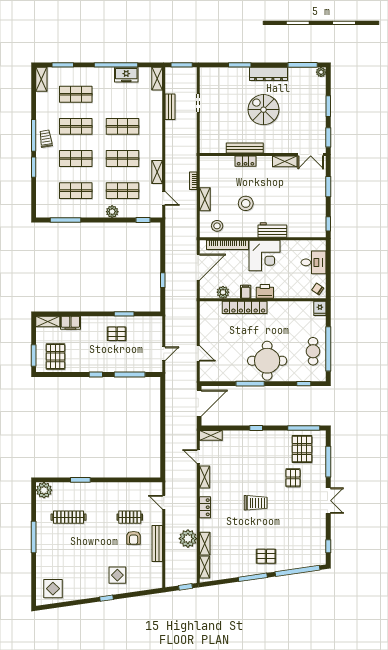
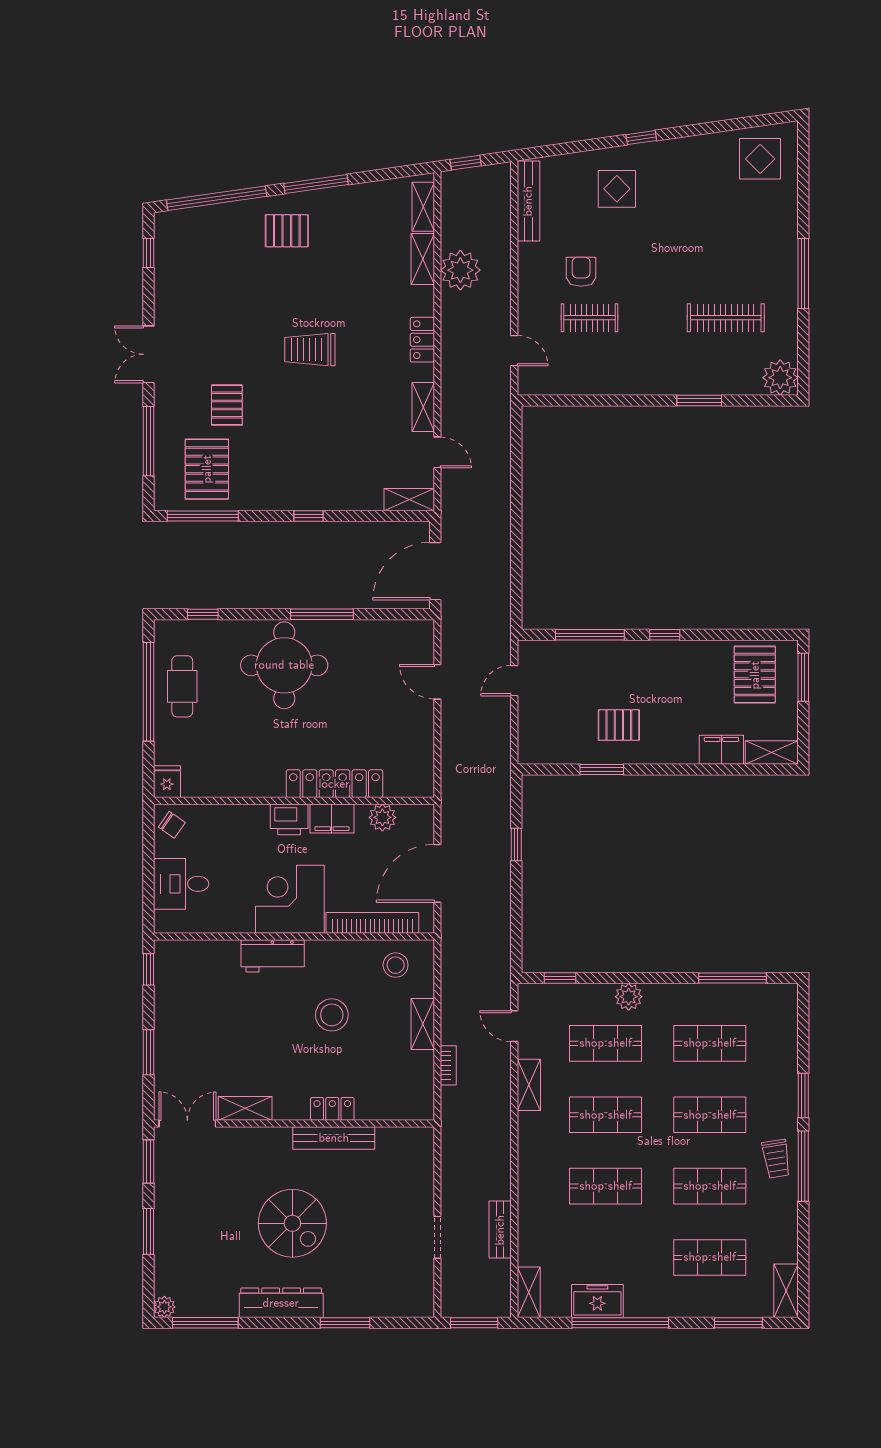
filing cabinet: (246, 292) -> (332, 818), width x2.00
bench: (157, 544) -> (528, 201), moved

